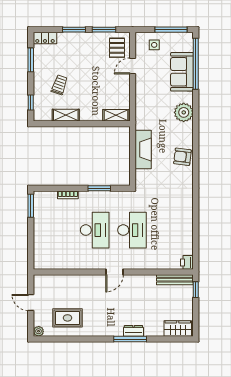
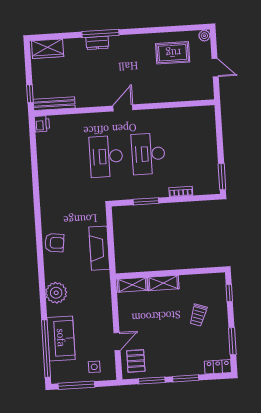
shelving: (66, 115) -> (163, 283), moved

